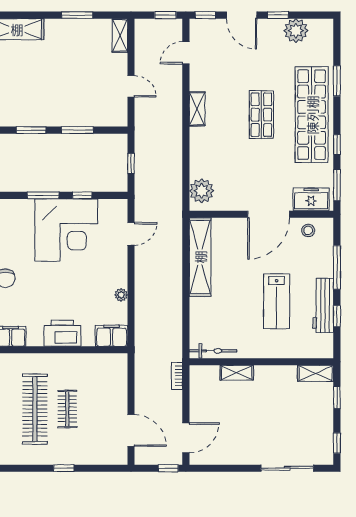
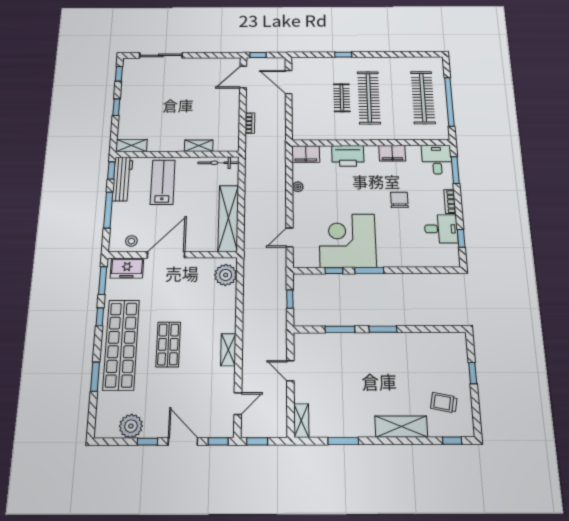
bicycle: (213, 351) -> (218, 163), moved
wall: (261, 362) -> (177, 154), moved
shelving: (237, 373) -> (199, 146), moved
shelving: (316, 373) -> (131, 145), moved

